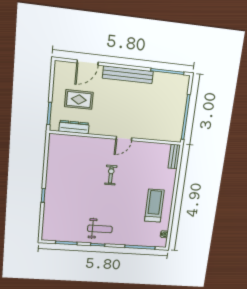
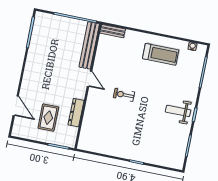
bench: (128, 75) -> (89, 45), moved
dresser: (74, 127) -> (76, 113), moved
treadmill: (154, 206) -> (161, 54), turned 180
weight bench: (100, 229) -> (178, 111), turned -90

